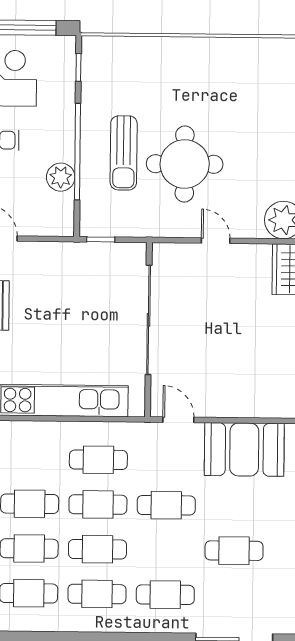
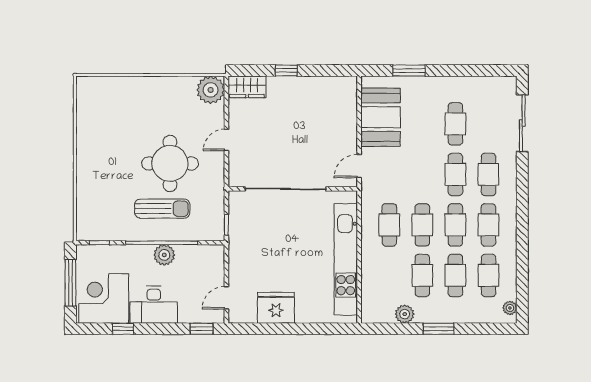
plant: (61, 177) -> (164, 255), moved
cafe table: (166, 505) -> (455, 174), moved

